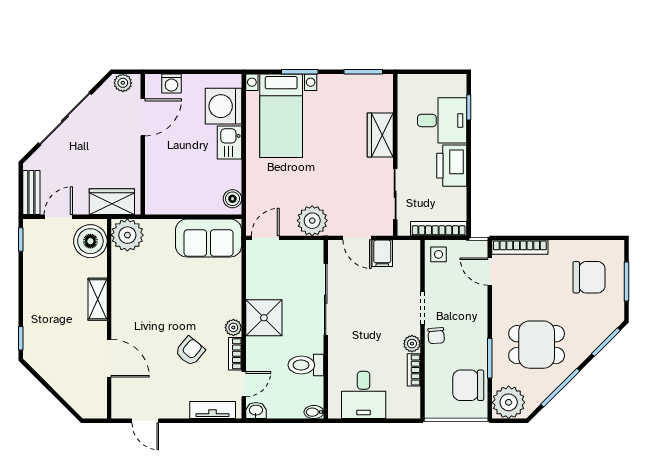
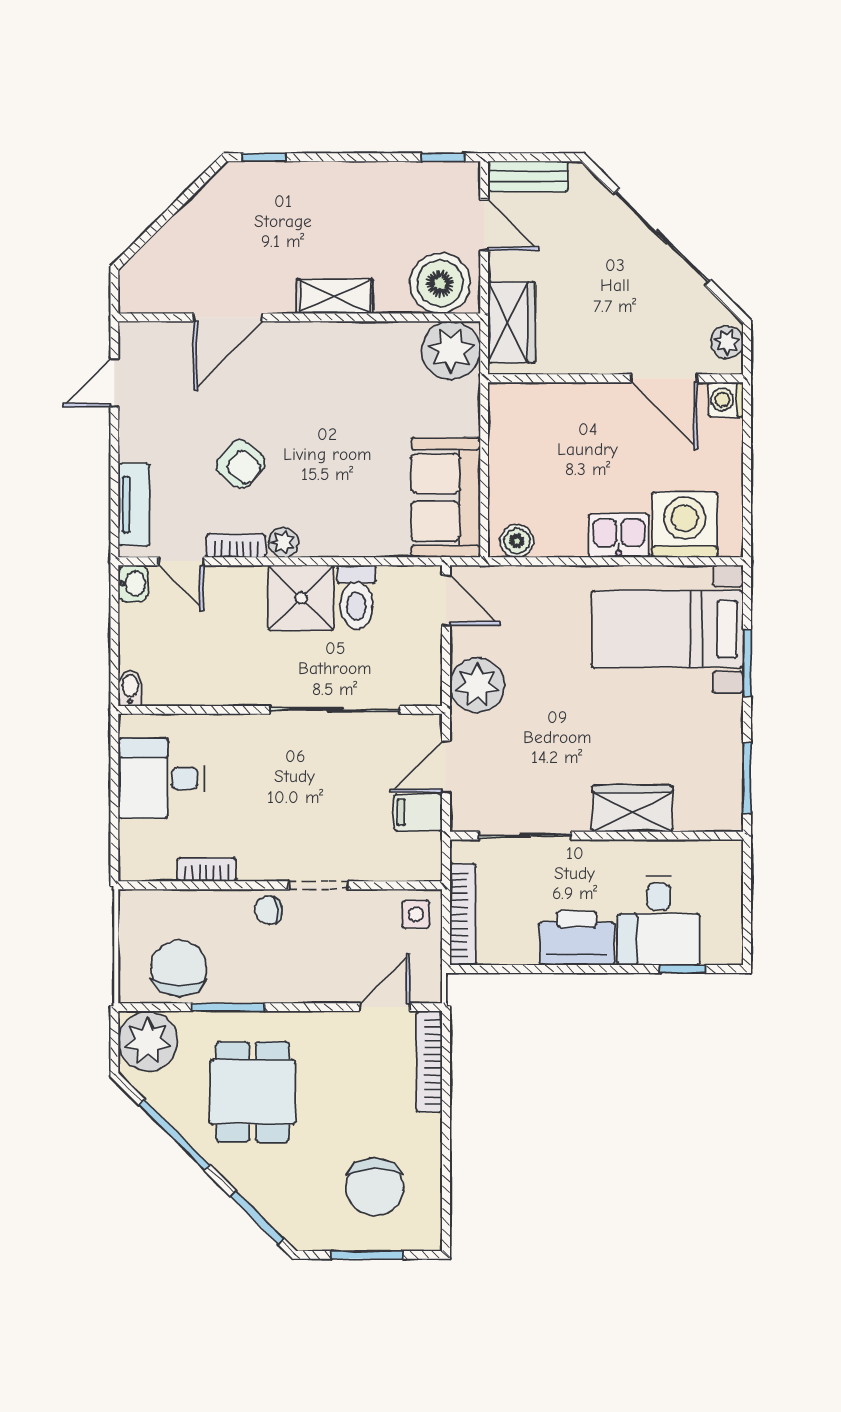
washing machine: (171, 83) -> (726, 400), moved
plant: (412, 344) -> (254, 866), removed
toilet: (306, 365) -> (356, 597), moved, turned 180

